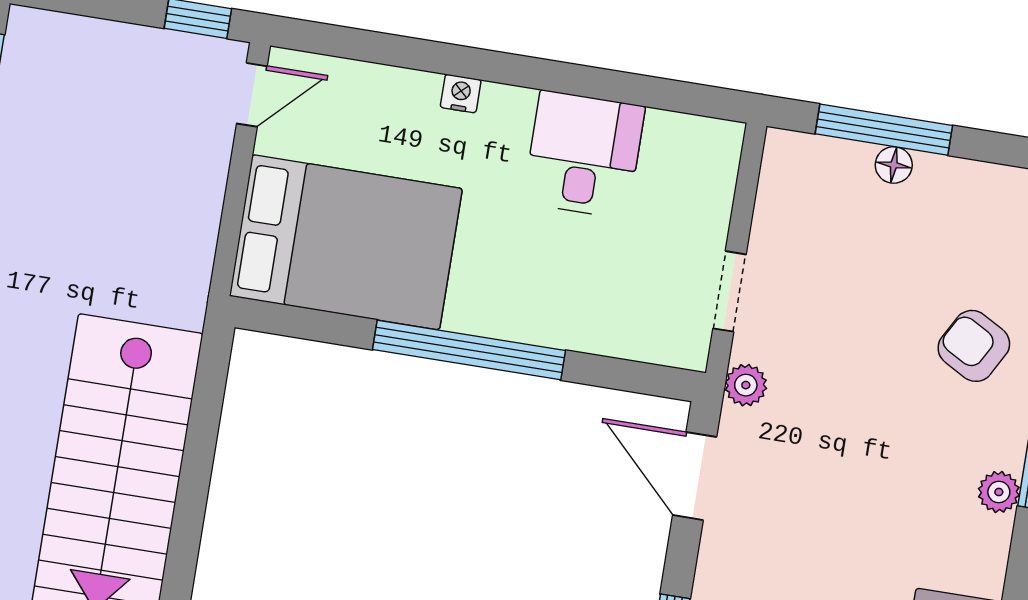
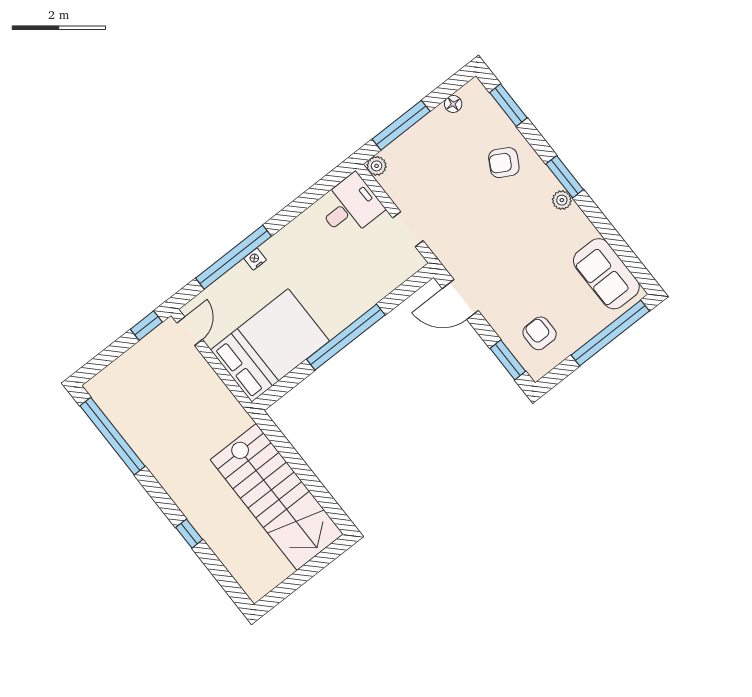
window: (432, 57) -> (233, 257), added
desk: (584, 154) -> (350, 206), moved, turned 90
floor lamp: (894, 165) -> (453, 104), moved
plant: (746, 385) -> (377, 166), moved

